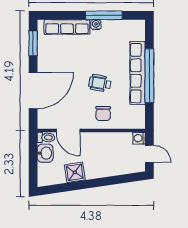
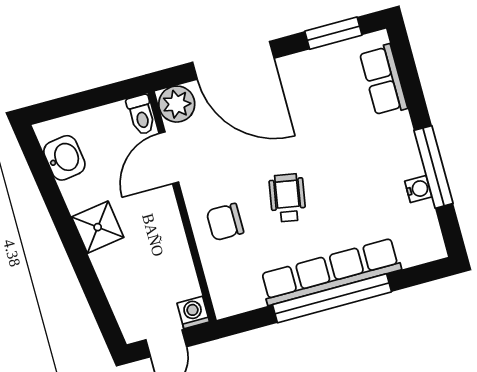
water cooler: (96, 25) -> (418, 189), moved
row of seats: (67, 27) -> (383, 80), width x0.68
plant: (46, 121) -> (177, 104), added
washbasin: (45, 153) -> (64, 158), moved, turned -98
shower: (75, 172) -> (98, 227), moved

